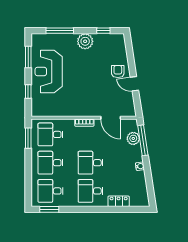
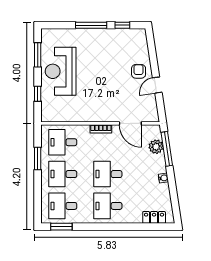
window: (60, 31) -> (91, 25), moved
plant: (85, 41) -> (102, 37), removed
door: (134, 84) -> (157, 85), hinge flipped
window: (28, 138) -> (38, 158), moved
locker: (119, 201) -> (154, 217), moved

